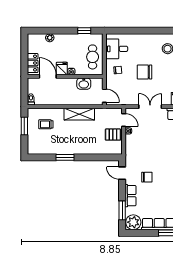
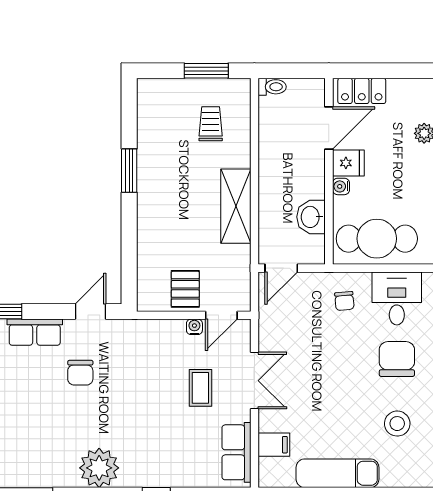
cafe table: (93, 57) -> (377, 239), width x1.37, depth x1.35
chair: (145, 72) -> (397, 359), moved
coffee table: (153, 128) -> (200, 388), added

